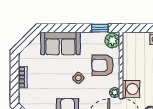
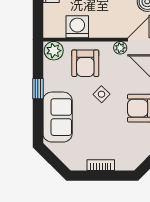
window: (100, 28) -> (38, 89), moved
washing machine: (131, 89) -> (77, 27), moved

